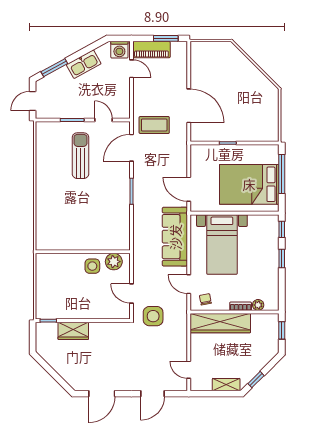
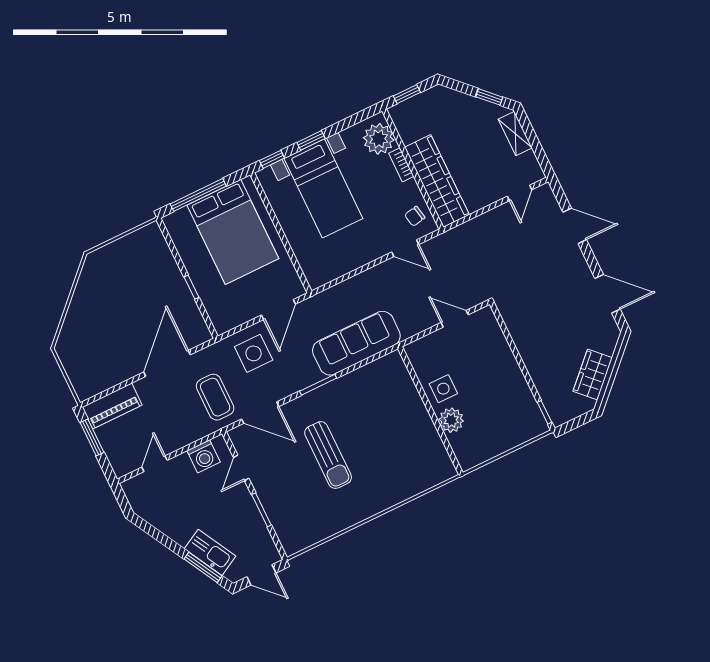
washing machine: (119, 50) -> (204, 456), moved, turned 90
piano: (151, 50) -> (112, 406), moved, turned 90
kitchen sink: (84, 64) -> (210, 552), moved
sun lounger: (80, 156) -> (328, 455), moved, turned -90
sofa: (175, 237) -> (356, 343), moved, turned 180
bed with nightstands: (222, 244) -> (323, 188), moved, turned 90
plant: (114, 262) -> (451, 420), moved
door: (189, 284) -> (405, 248), hinge flipped
door: (131, 293) -> (455, 319), swing flipped
plant: (258, 305) -> (379, 139), width x1.88, depth x1.88
side table: (153, 316) -> (254, 353), moved
wardrobe: (73, 331) -> (593, 375), moved, turned -135

